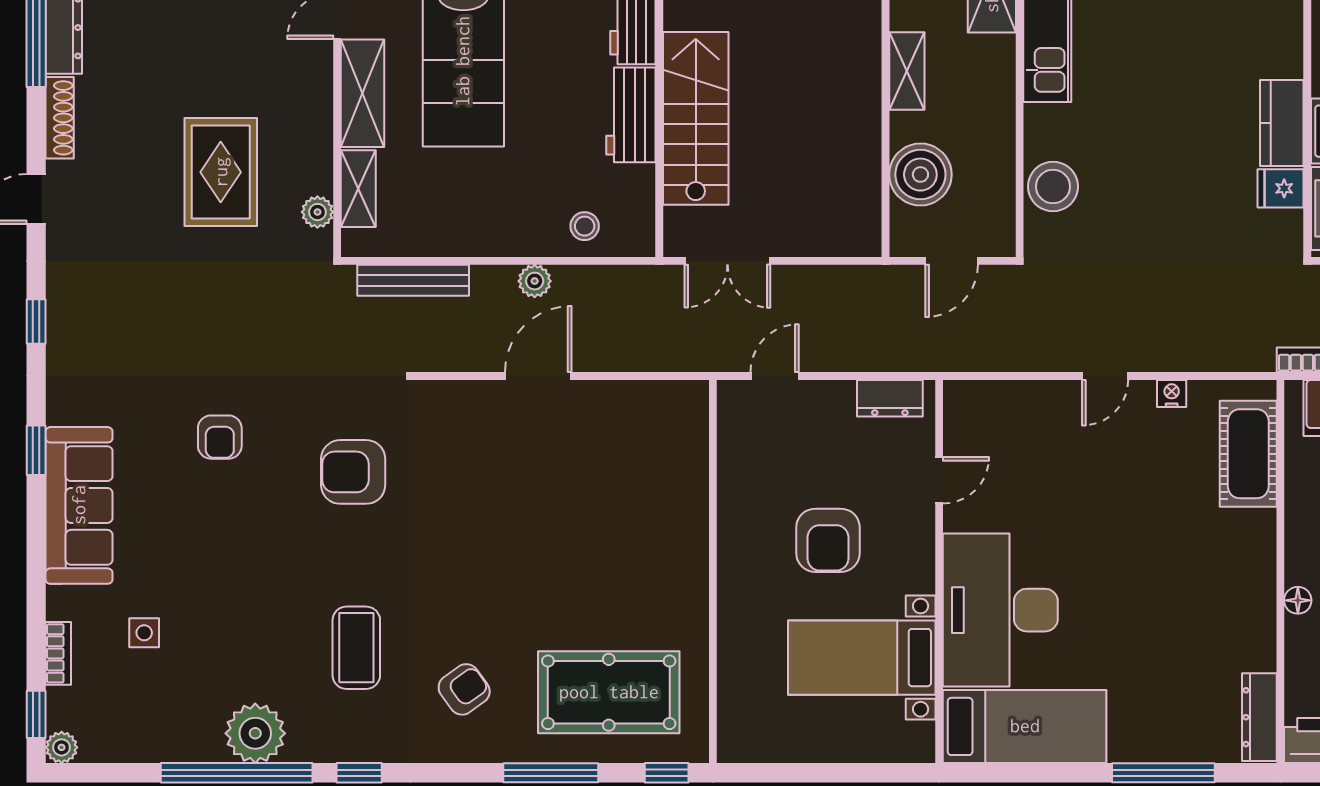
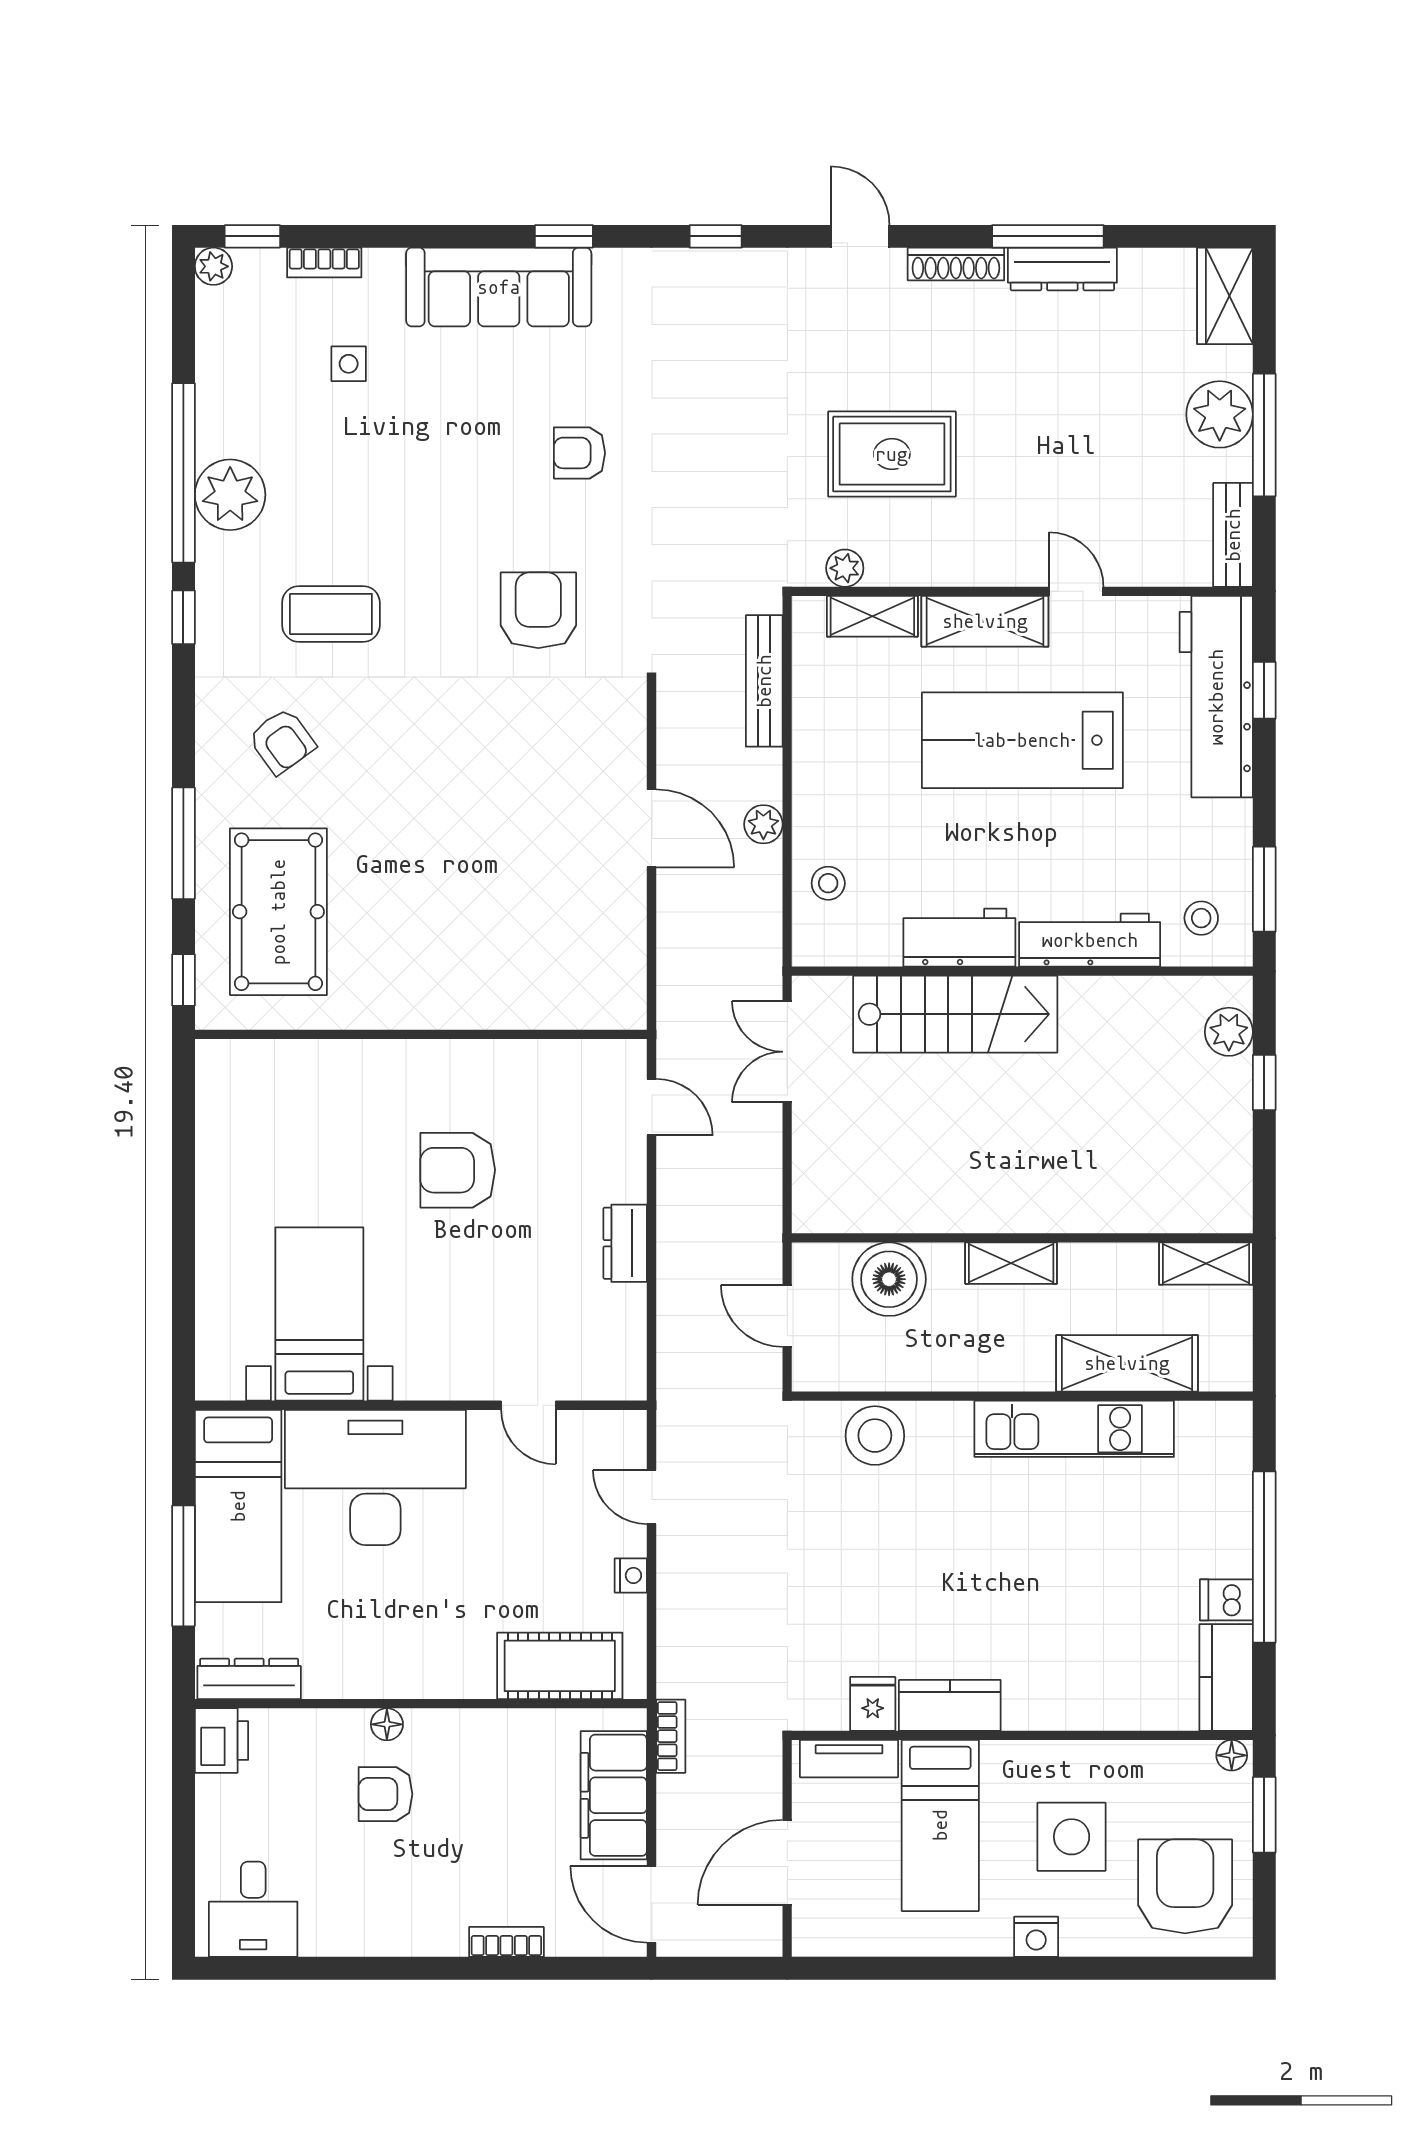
door: (939, 480) -> (528, 1405), moved
wall: (939, 571) -> (421, 1405), moved
desk: (1000, 610) -> (375, 1477), moved
bed with nightstands: (862, 658) -> (319, 1314), moved
bed: (1025, 726) -> (238, 1506), moved

